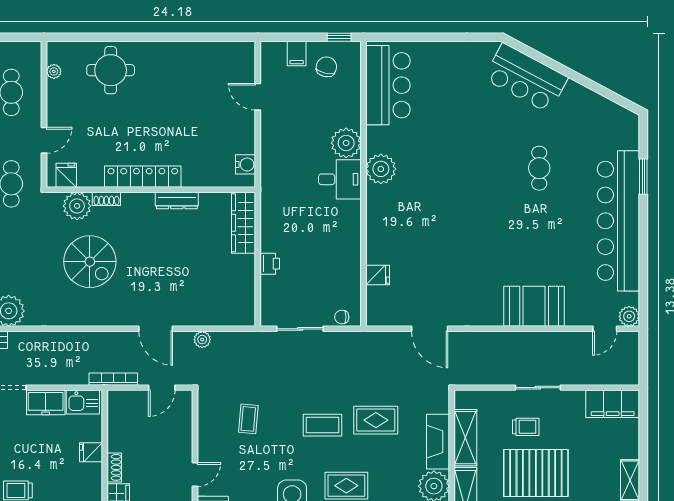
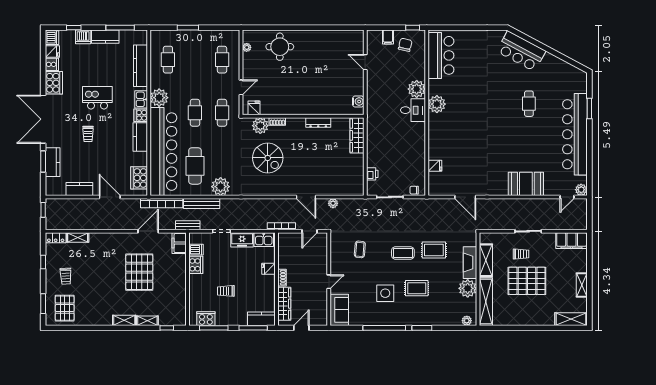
locker: (143, 177) -> (298, 109), removed
printer: (270, 264) -> (372, 174), moved

